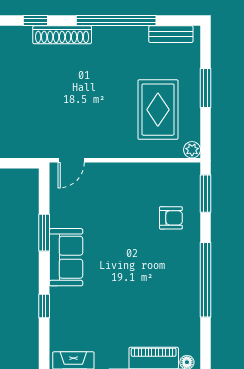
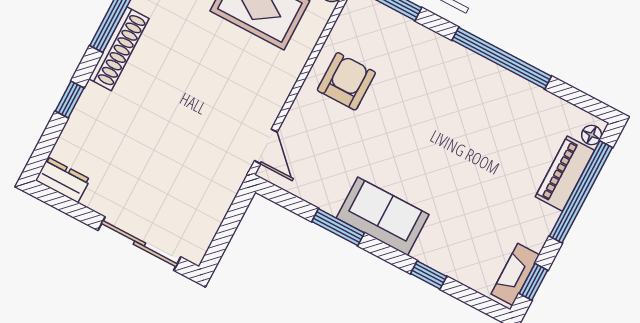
shoe rack: (62, 35) -> (119, 49), moved
armchair: (171, 218) -> (346, 81), moved, width x1.38, depth x1.38

